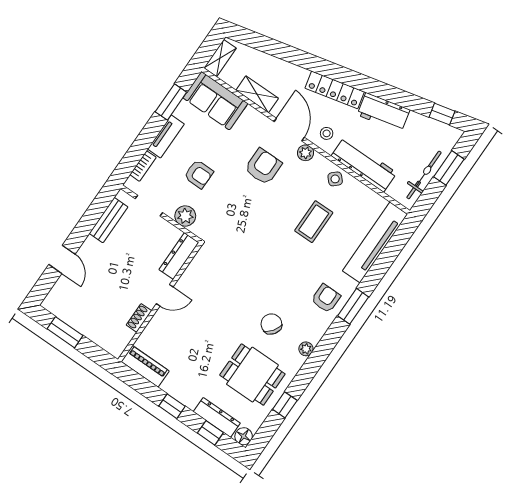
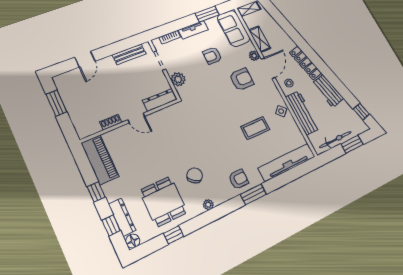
plant: (306, 153) -> (254, 56), moved
armchair: (199, 174) -> (212, 56), moved, turned 90
piano: (145, 366) -> (100, 160), width x1.37, depth x1.33

